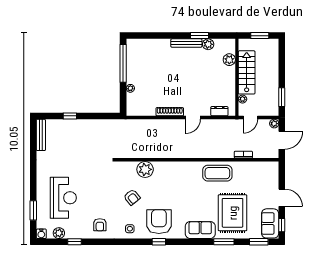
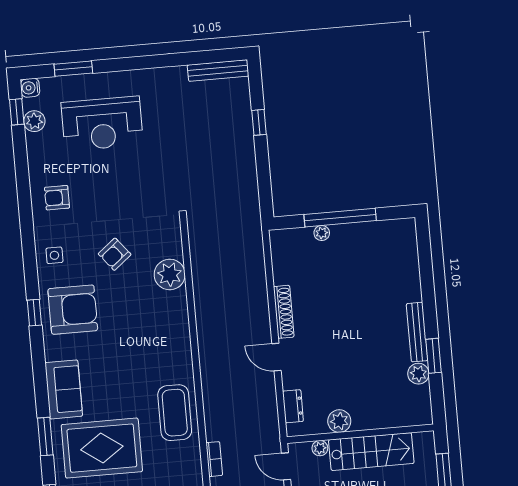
plant: (229, 60) -> (339, 421), moved
window: (123, 63) -> (340, 218), moved
window: (75, 242) -> (17, 112), moved

